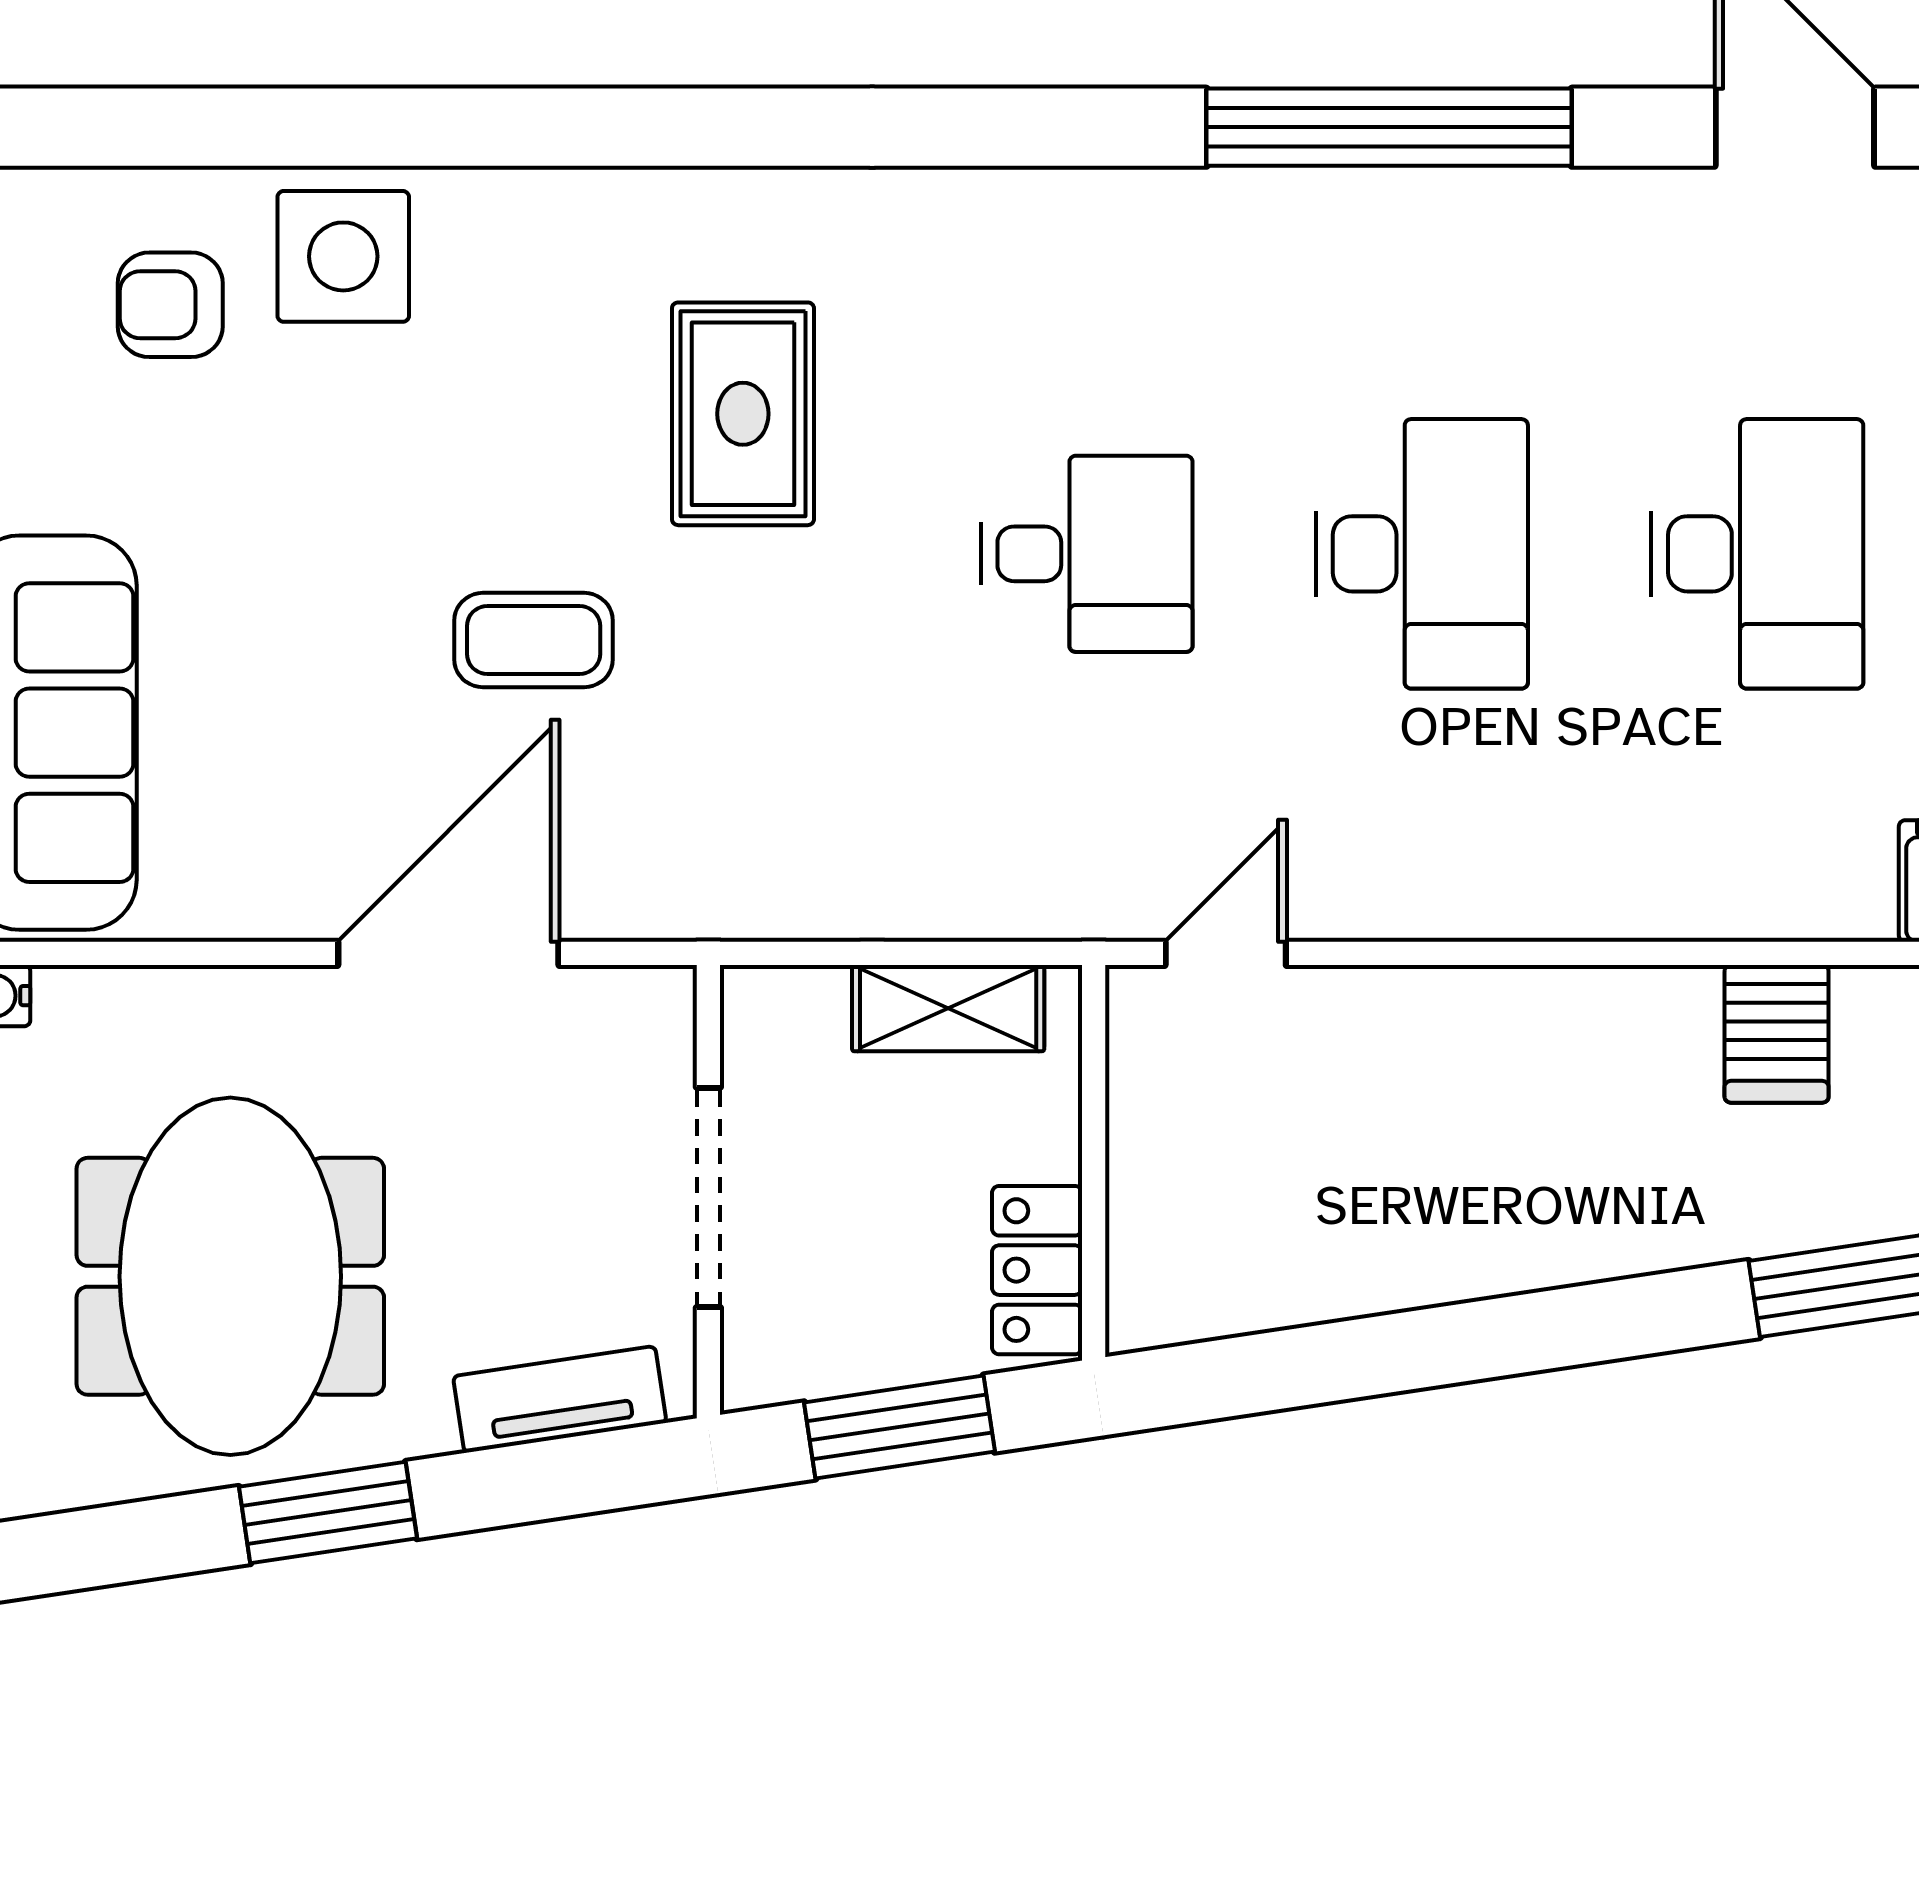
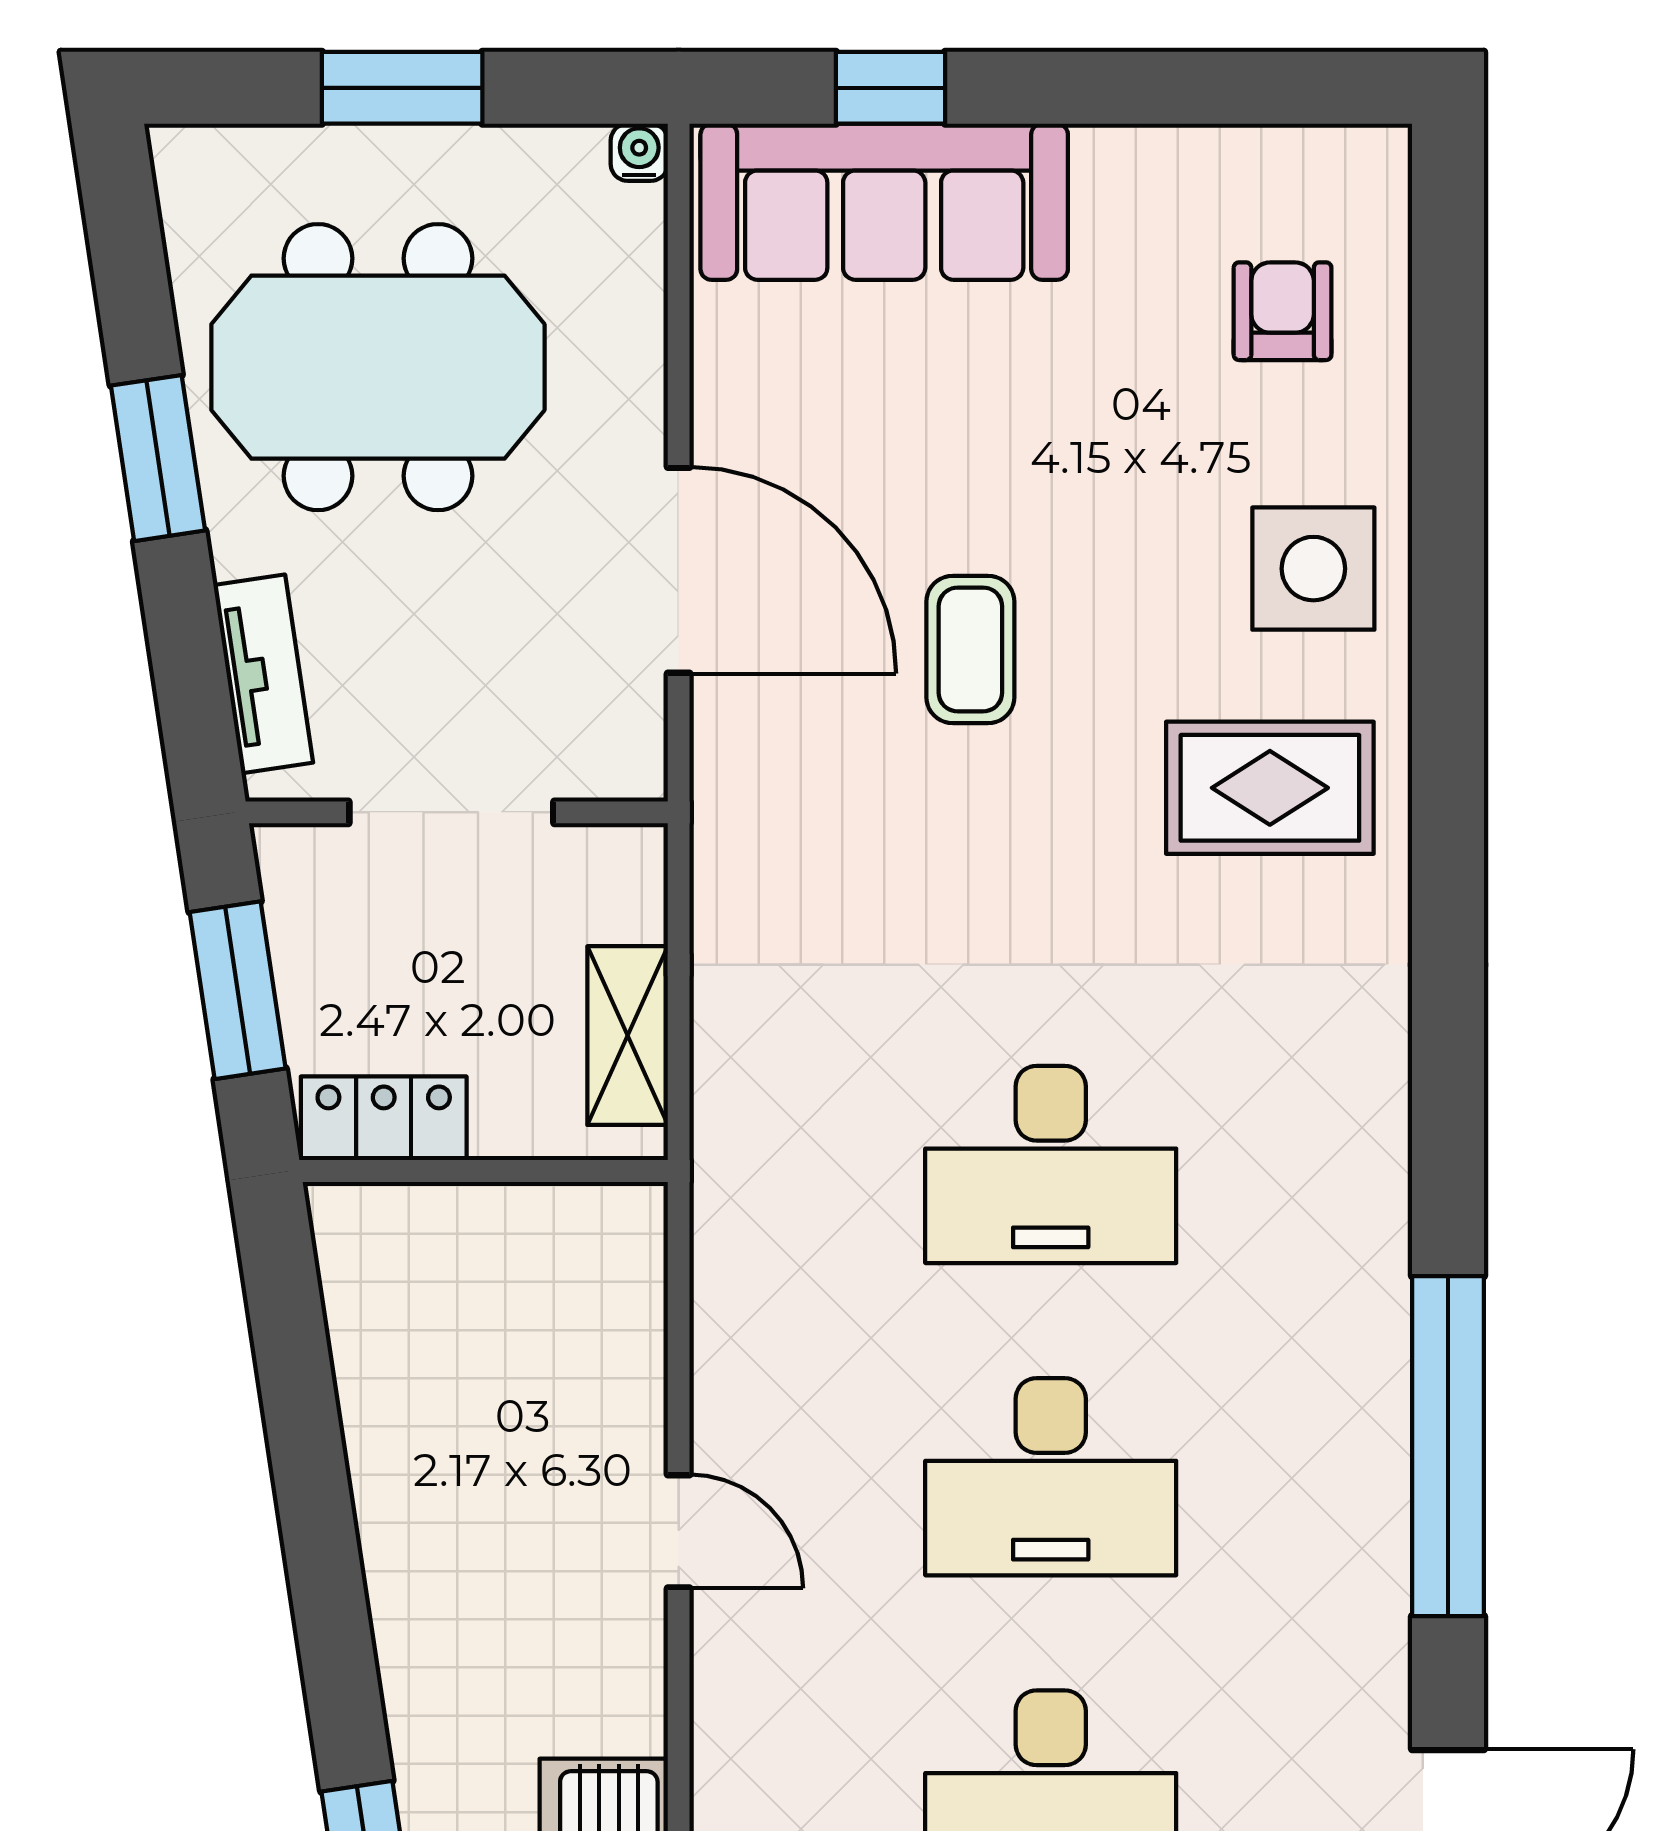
side table: (343, 256) -> (1313, 569), moved
rug: (743, 414) -> (1270, 788), moved
desk: (1087, 554) -> (1051, 1164), width x1.37
door: (1226, 953) -> (679, 1531), moved

